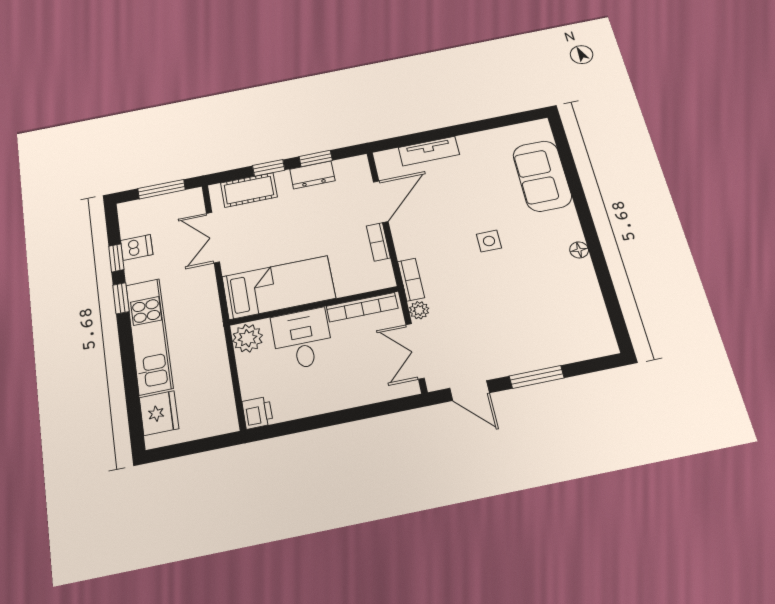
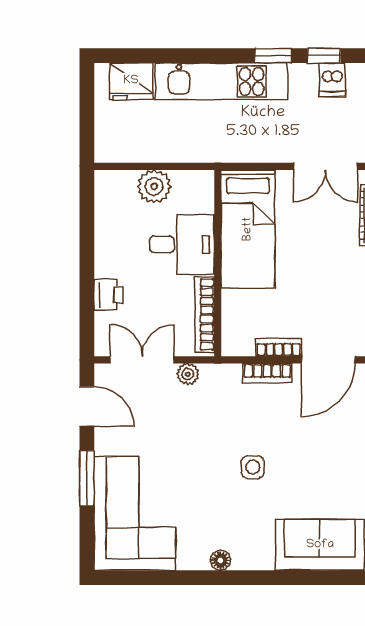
door: (381, 202) -> (328, 360), hinge flipped
double door: (213, 237) -> (325, 166), swing flipped
bookcase: (411, 280) -> (267, 373), moved
corner sofa: (558, 329) -> (135, 513), added
plant: (248, 338) -> (154, 186), moved
door: (470, 391) -> (87, 406), swing flipped
printer: (257, 413) -> (108, 295), moved, turned -90

